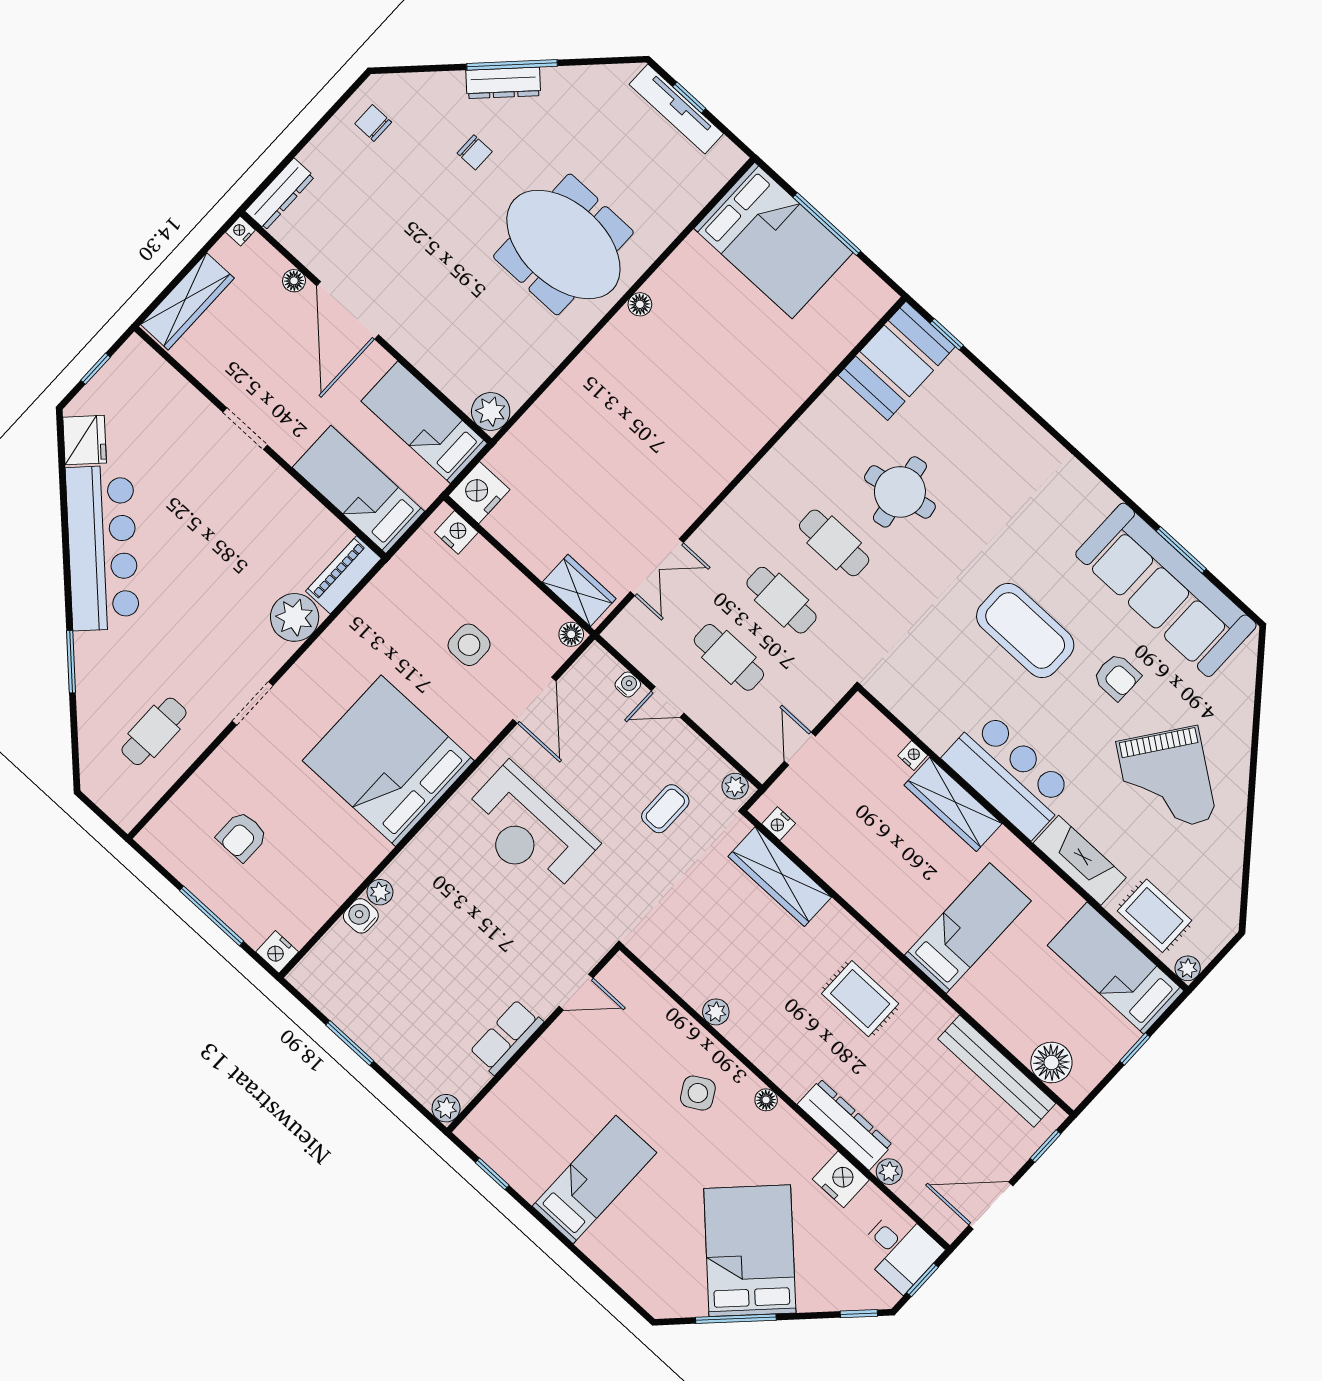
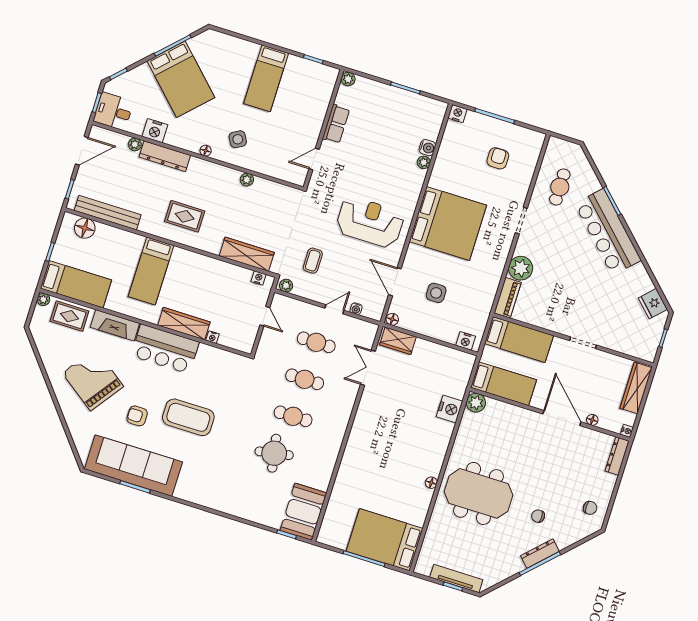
nightstand: (479, 493) -> (450, 409), moved
bar counter: (102, 548) -> (608, 232), moved

